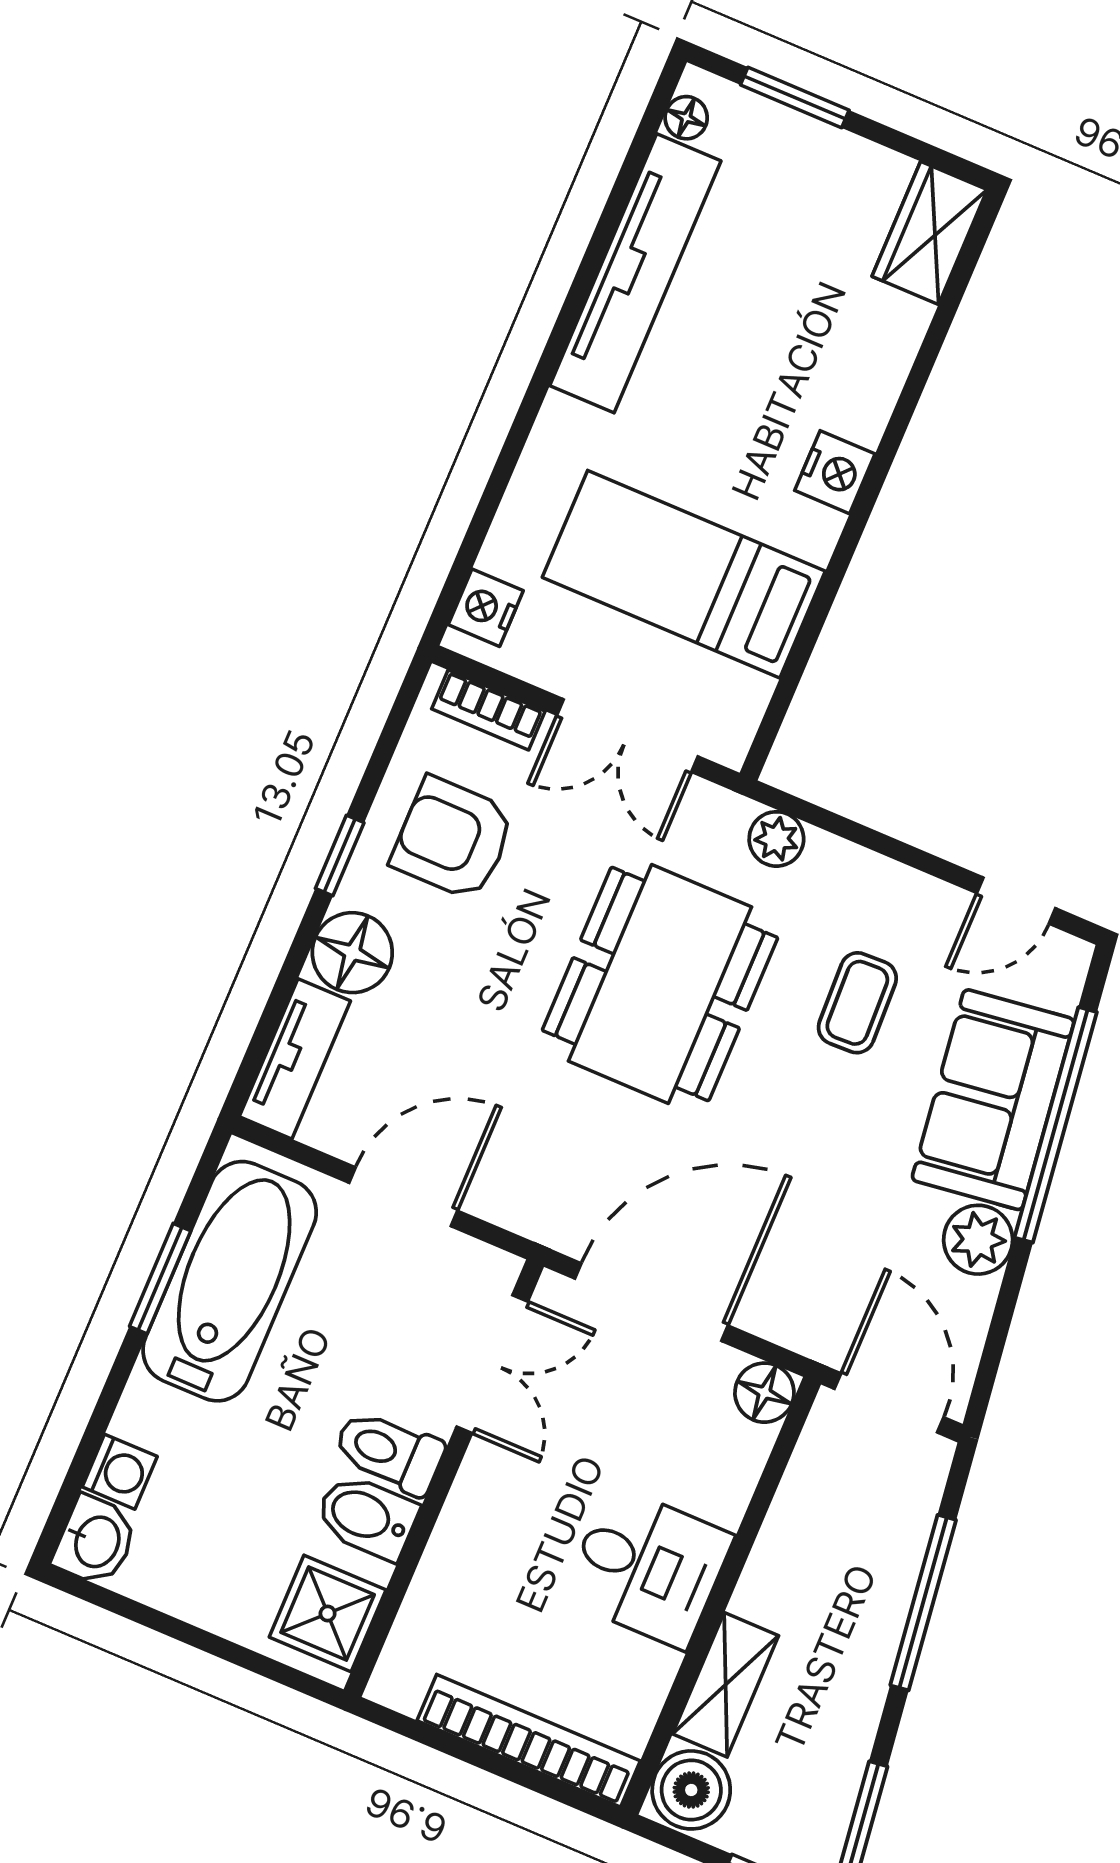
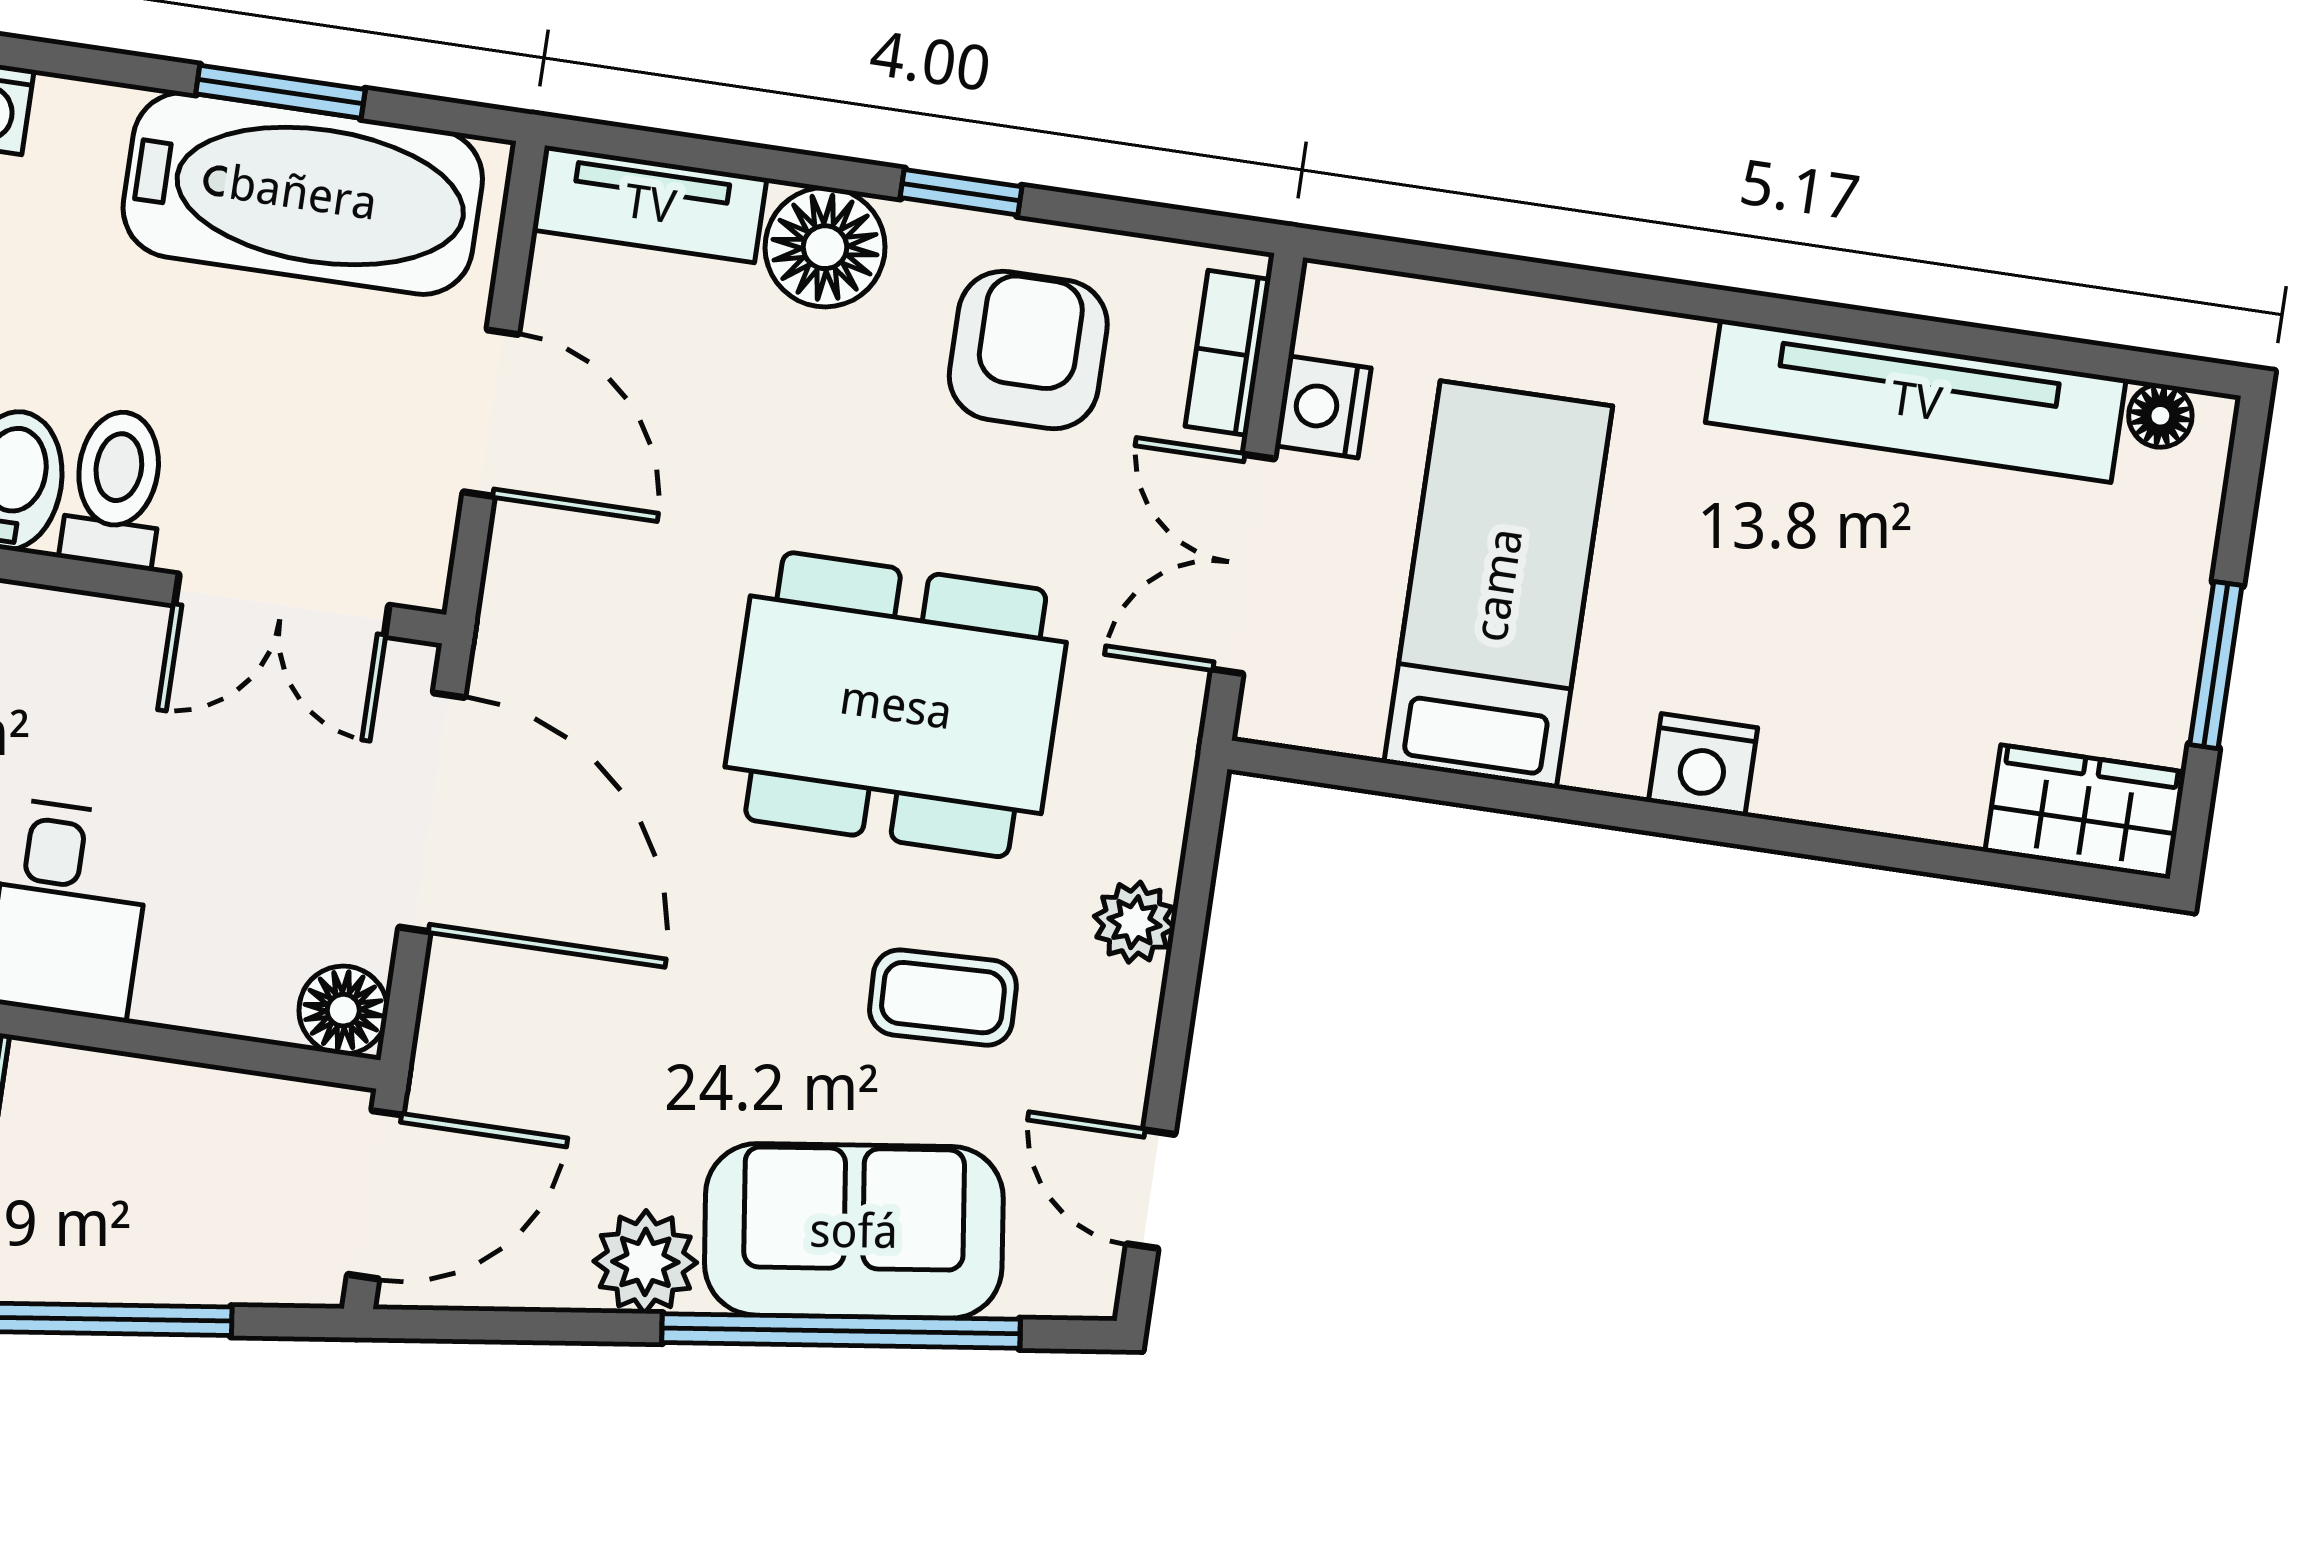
window: (795, 97) -> (2216, 665), moved
nightstand: (486, 608) -> (1323, 407), moved, turned -90
plant: (776, 839) -> (1134, 922), moved

